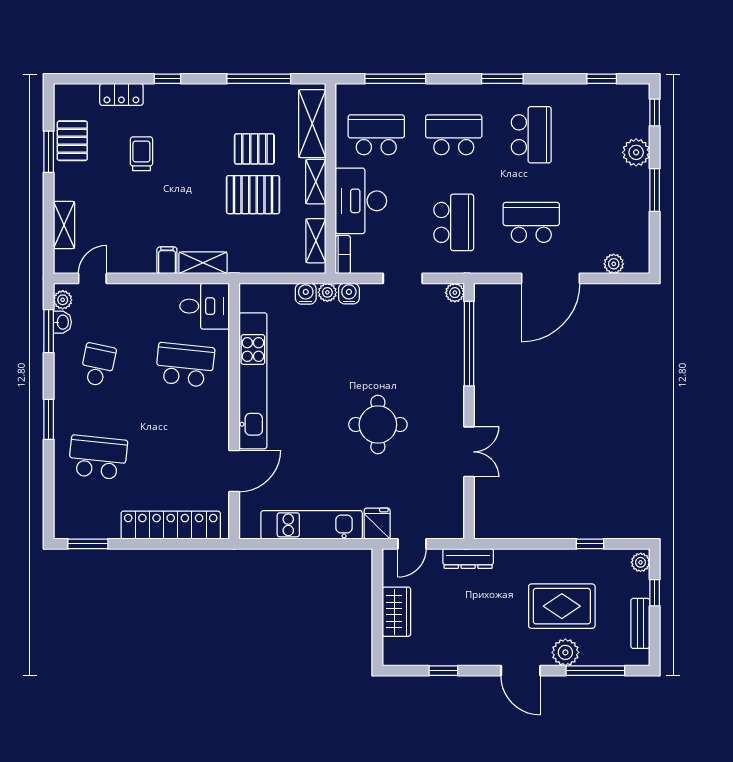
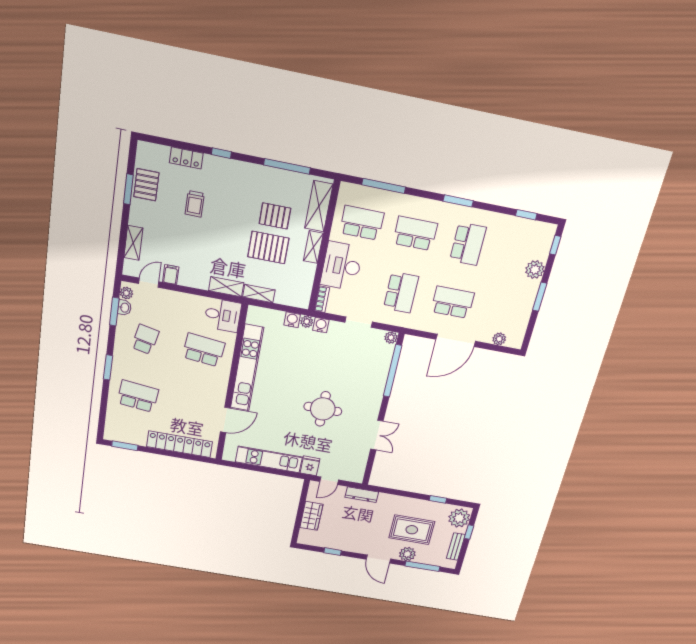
trolley: (141, 154) -> (195, 204), turned 180
shelving: (316, 241) -> (259, 294), moved, turned 90
filing cabinet: (167, 260) -> (171, 275), moved
plant: (641, 562) -> (459, 518), width x1.88, depth x1.88

